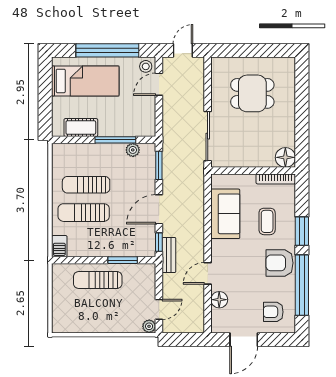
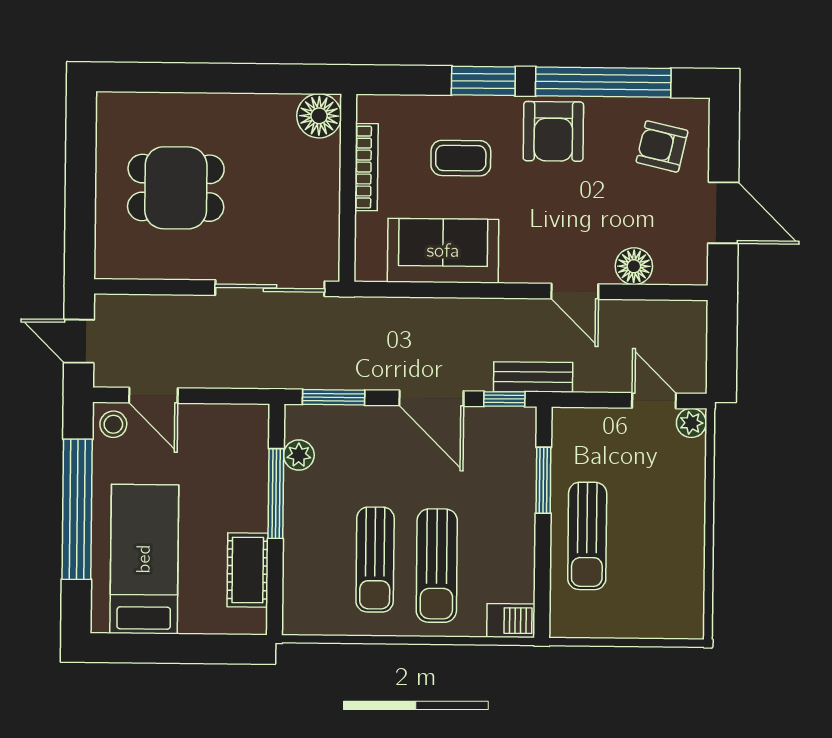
dining table: (252, 93) -> (176, 188), turned 90
bookcase: (276, 179) -> (366, 167), moved
armchair: (273, 312) -> (662, 146), turned 103

